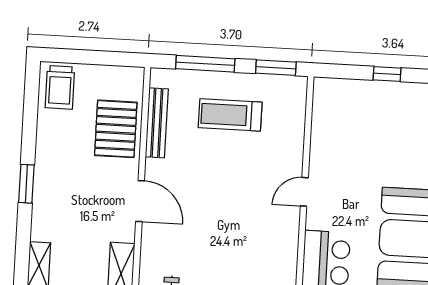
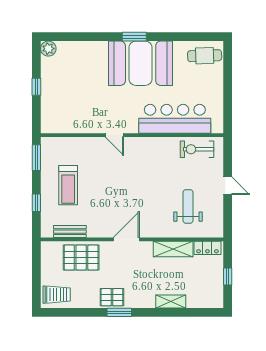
window: (205, 64) -> (36, 203), width x0.46
bench: (157, 123) -> (70, 232), width x0.73
pallet: (51, 174) -> (112, 297), added

